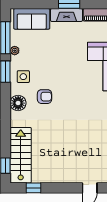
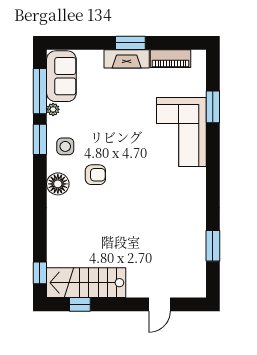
sofa: (32, 19) -> (61, 76), moved, turned -90
stairs: (21, 155) -> (86, 283), moved, turned -90

